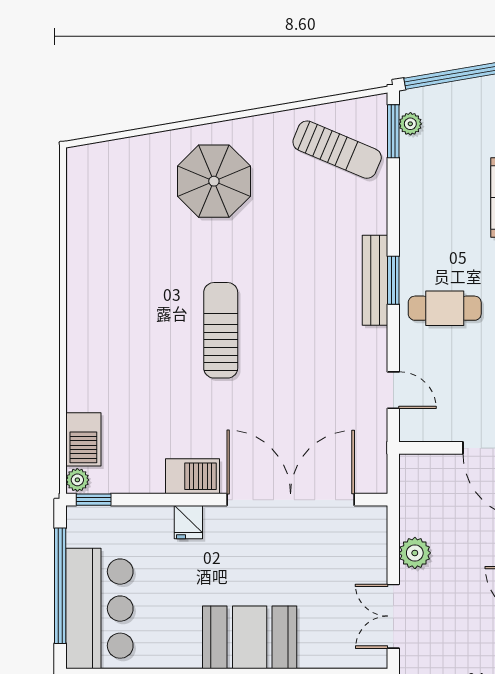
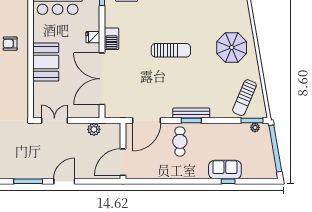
door: (393, 390) -> (147, 121), width x1.88
double door: (291, 500) -> (102, 79), swing flipped
plant: (415, 553) -> (94, 129), moved

